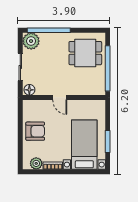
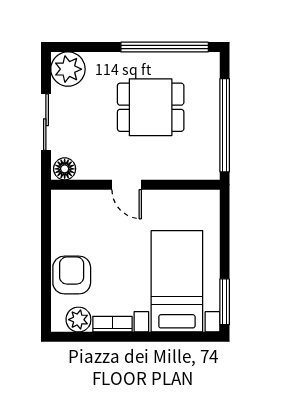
window: (49, 30) -> (165, 47), moved
dining table: (85, 53) -> (151, 107), moved
armchair: (35, 131) -> (72, 275), moved, turned -90
window: (108, 142) -> (225, 302), moved

